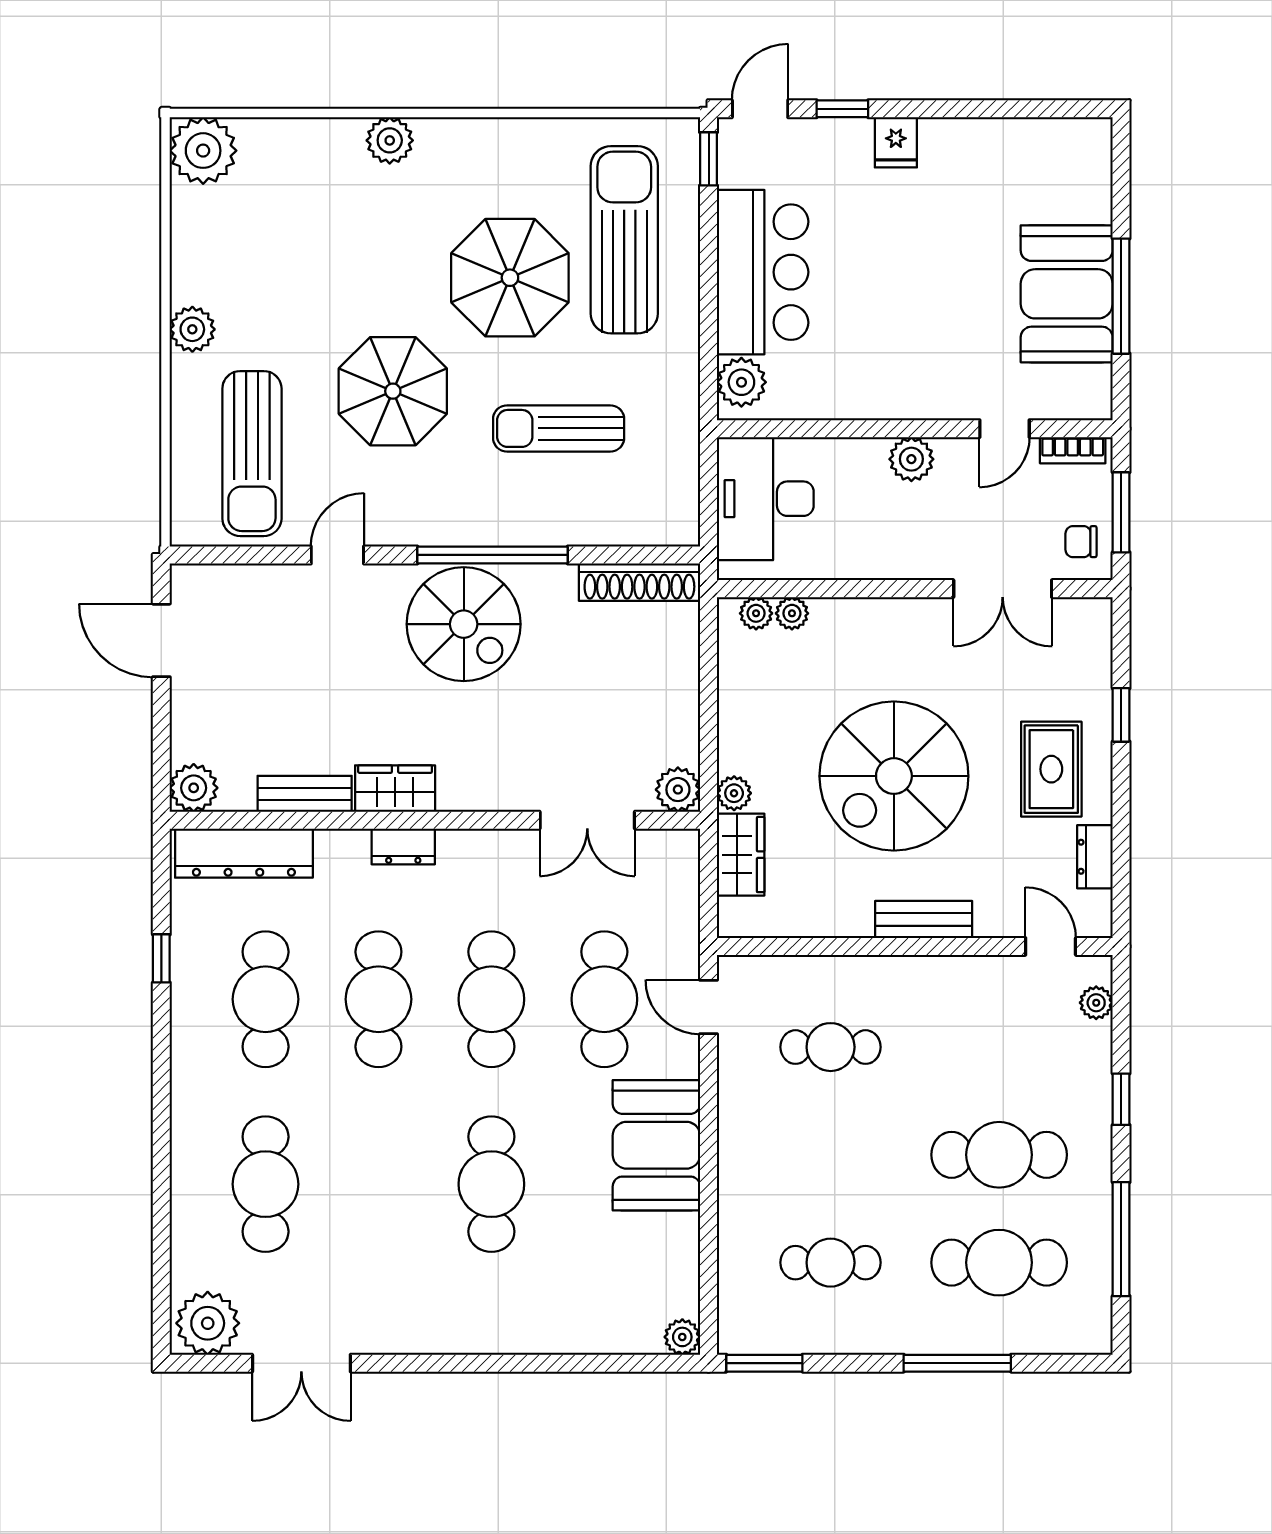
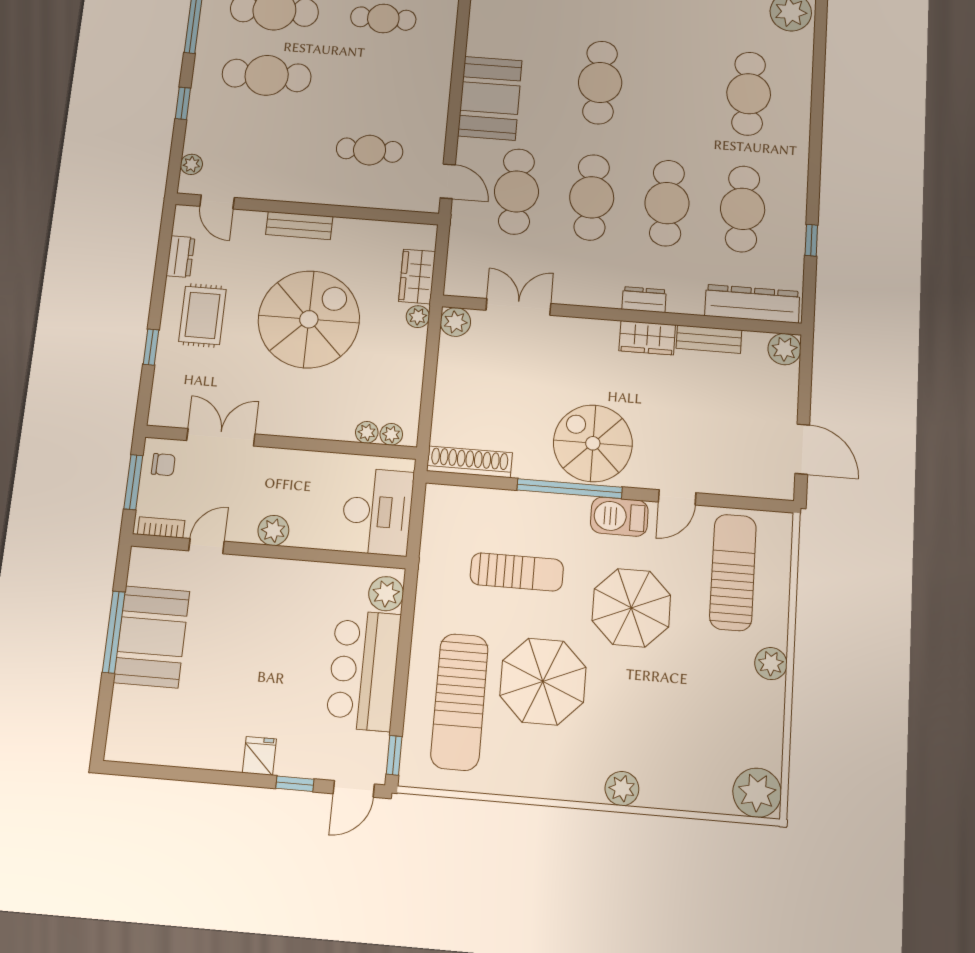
barbecue: (418, 520) -> (619, 517), added

